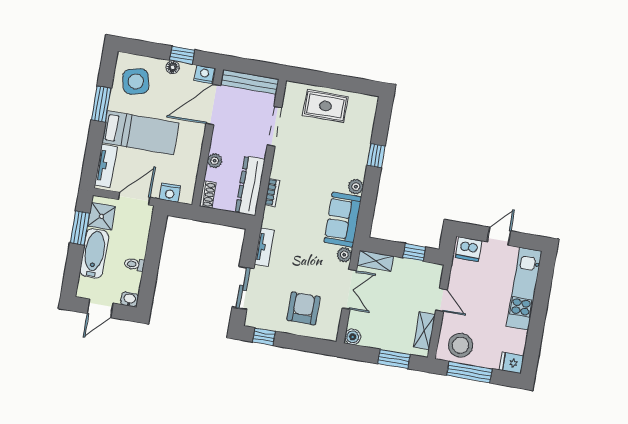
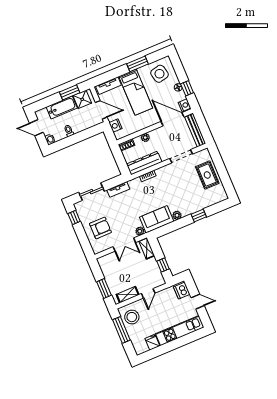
boiler: (353, 337) -> (102, 261), removed
fridge: (512, 363) -> (152, 342), moved

